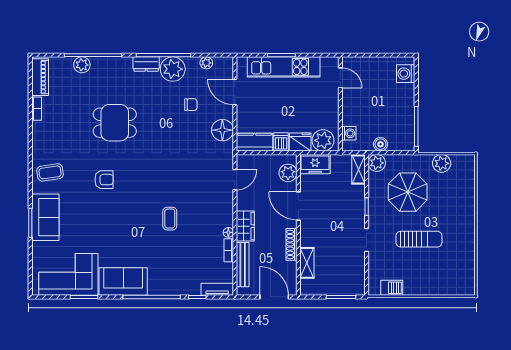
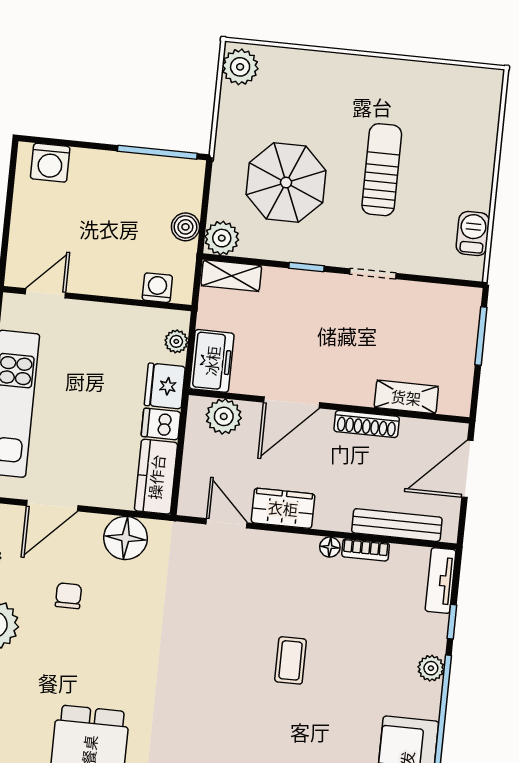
plant: (323, 140) -> (176, 341), width x0.53, depth x0.53
plant: (442, 163) -> (240, 67), moved
coffee table: (170, 219) -> (291, 660), turned 90
wardrobe: (245, 226) -> (283, 508), moved
plant: (173, 289) -> (431, 668), added

